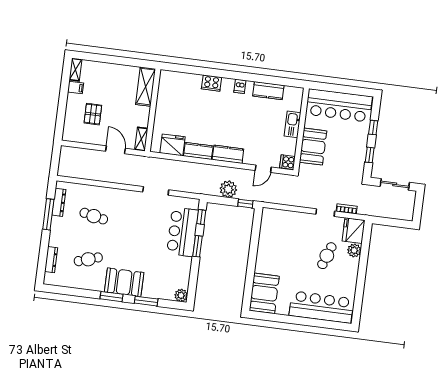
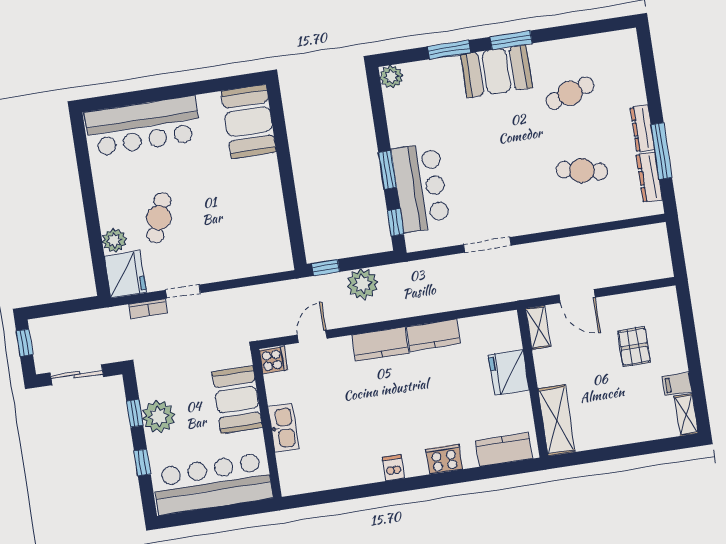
kitchen counter: (268, 91) -> (504, 450), moved
fridge: (172, 145) -> (509, 372), moved, turned 90
plant: (357, 150) -> (159, 416), added
window: (418, 210) -> (25, 343), added
dresser: (51, 260) -> (642, 128), moved

